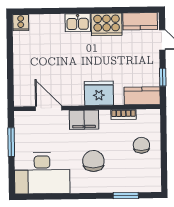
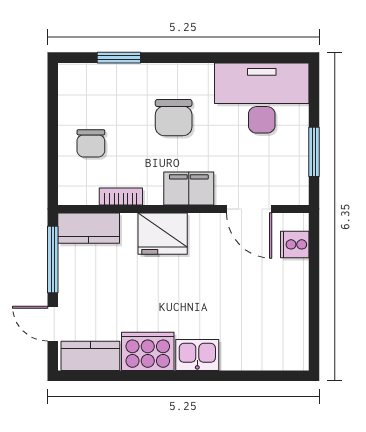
cooker: (21, 23) -> (295, 244), moved, turned -90
window: (163, 77) -> (53, 259), width x2.17

